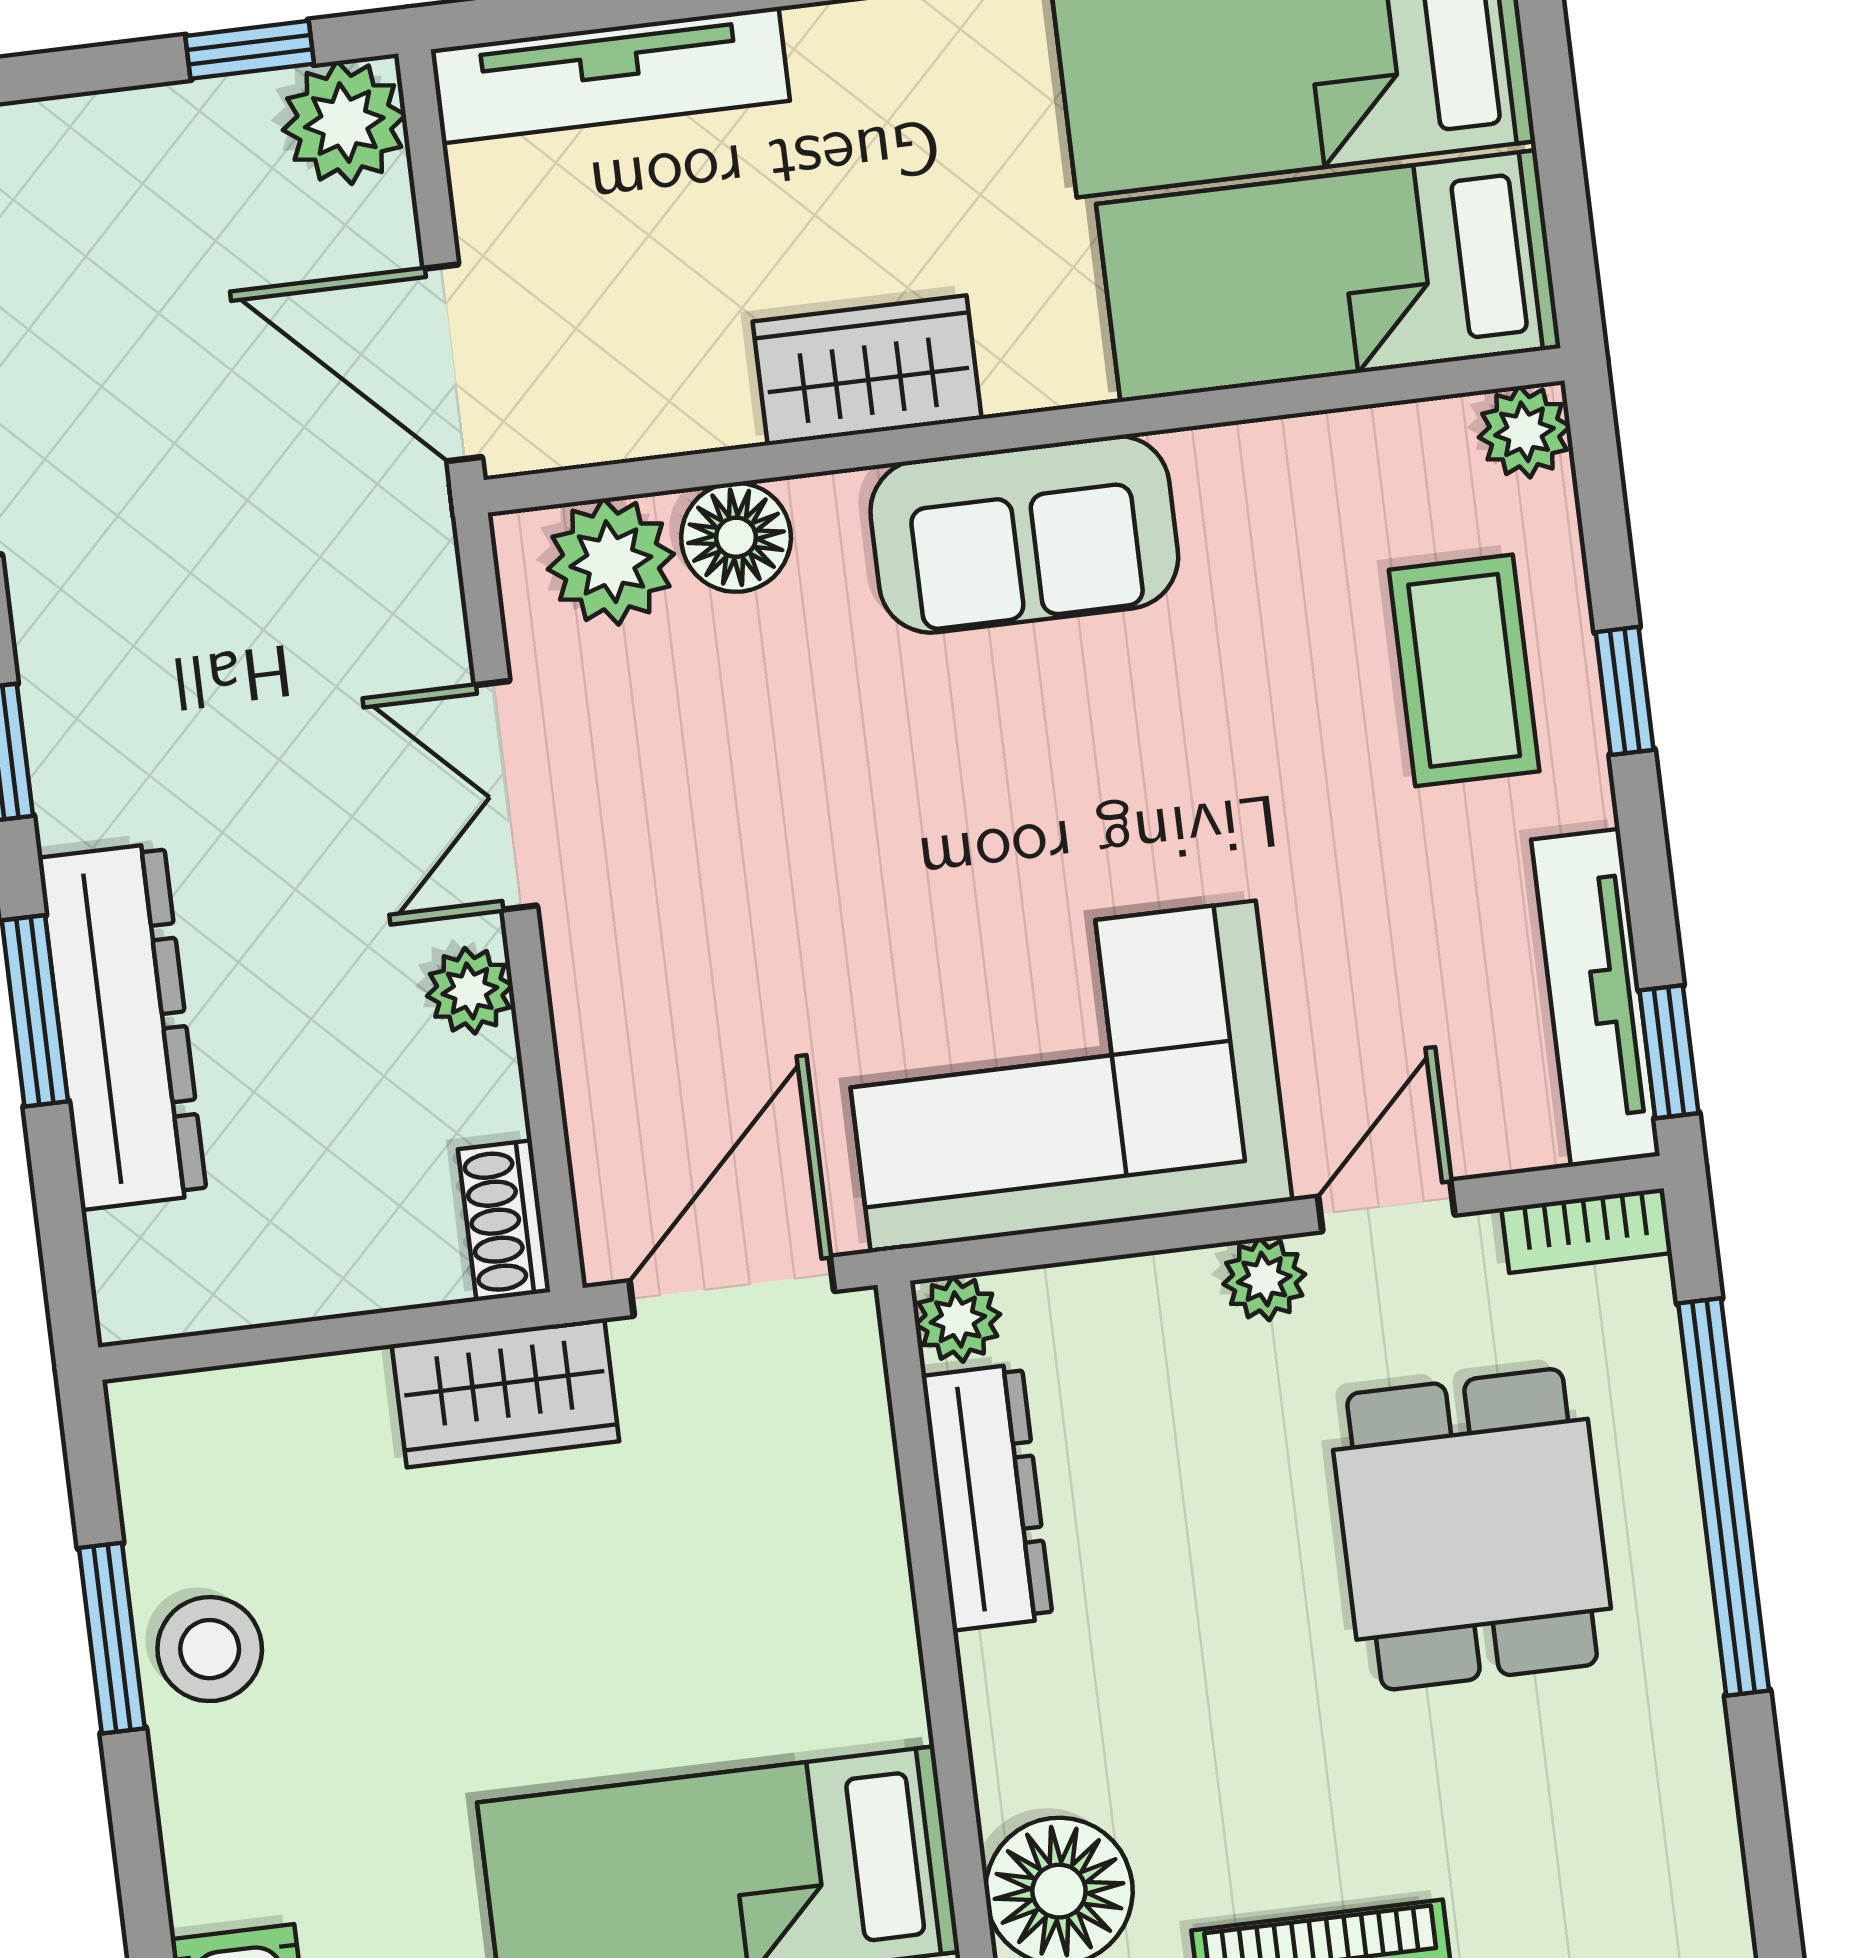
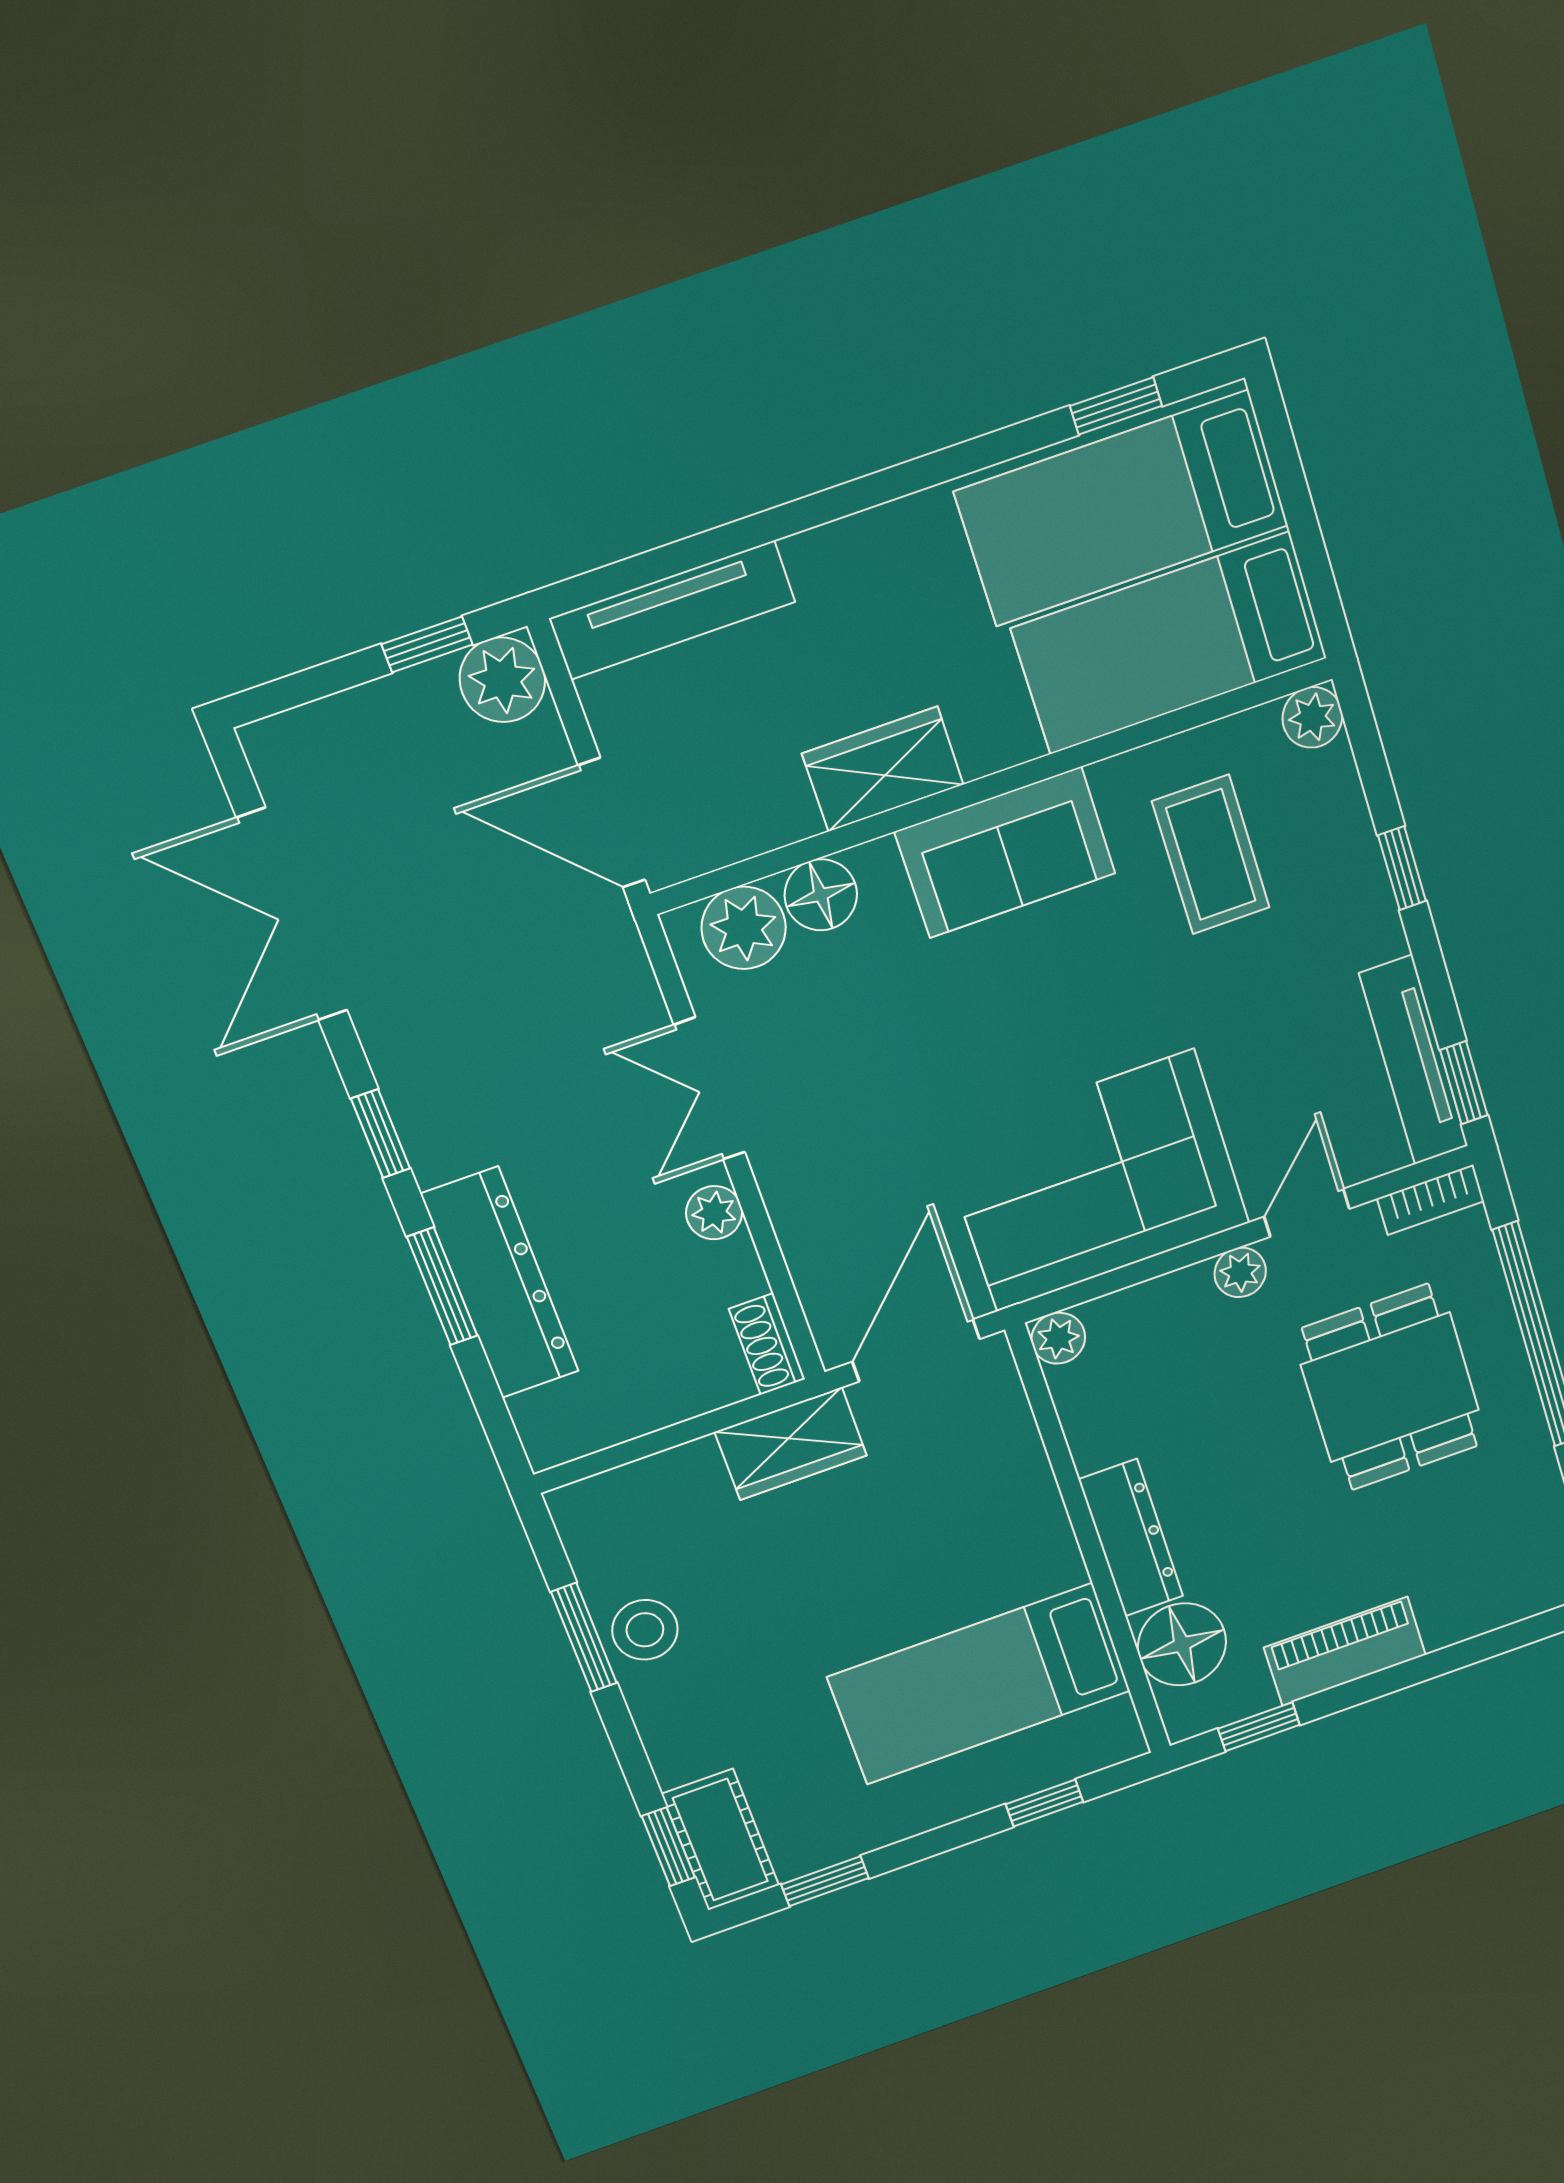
coffee table: (1464, 670) -> (1211, 855), moved
dresser: (987, 1497) -> (1131, 1538), moved

